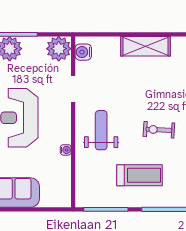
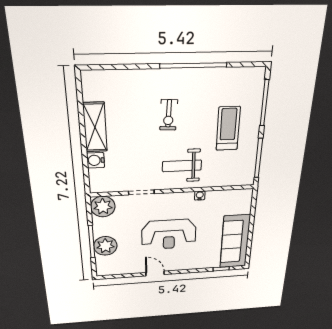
water cooler: (83, 52) -> (96, 160), moved, turned 90
exercise bike: (159, 130) -> (169, 115), moved

